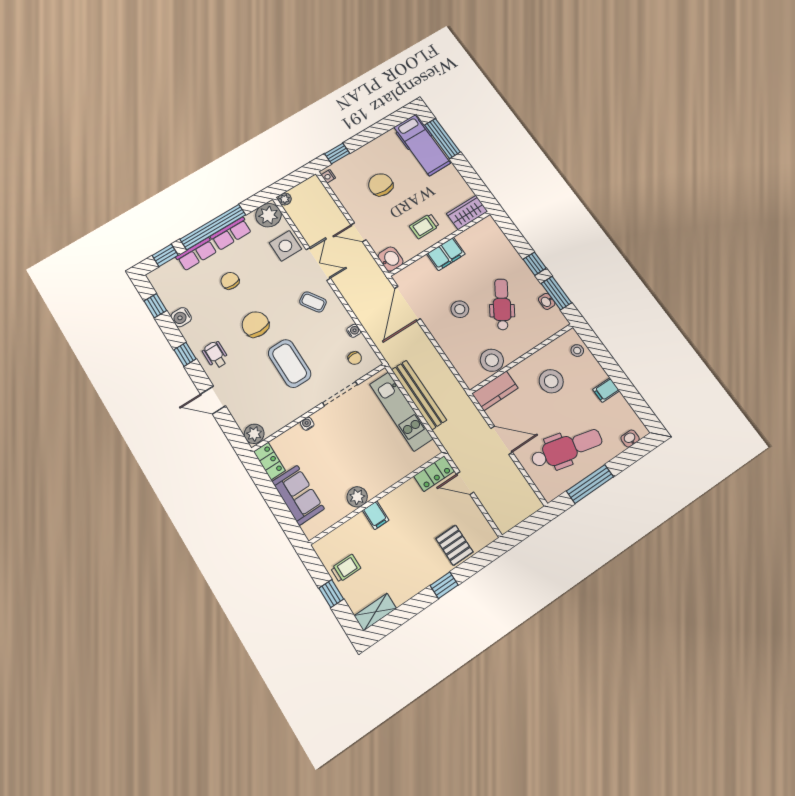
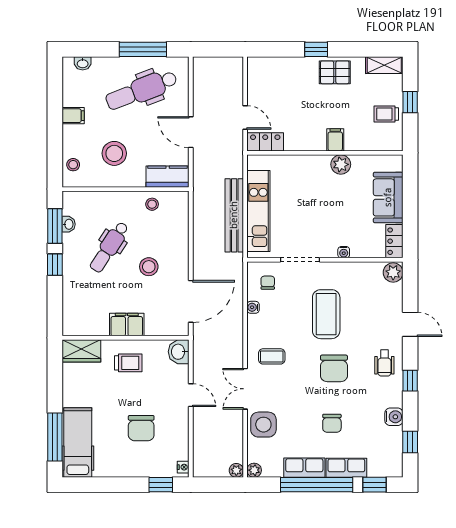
plant: (268, 215) -> (254, 470), width x0.53, depth x0.53
coffee table: (313, 302) -> (272, 356), turned -57
stool: (492, 360) -> (152, 204), width x0.53, depth x0.53
dental chair: (567, 448) -> (141, 90), turned -34
pallet: (454, 545) -> (335, 72), moved, turned 90

